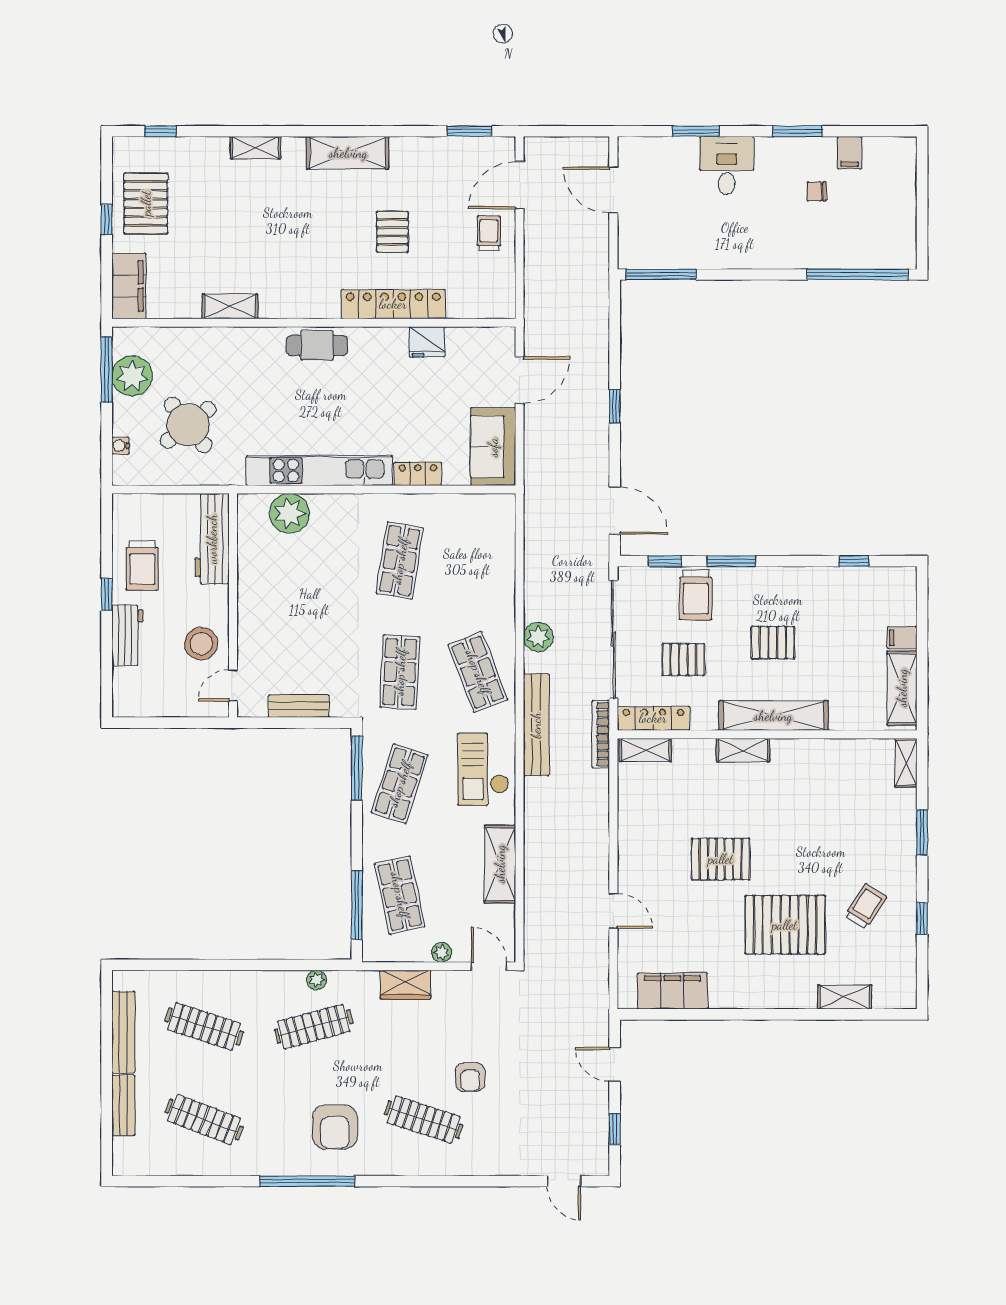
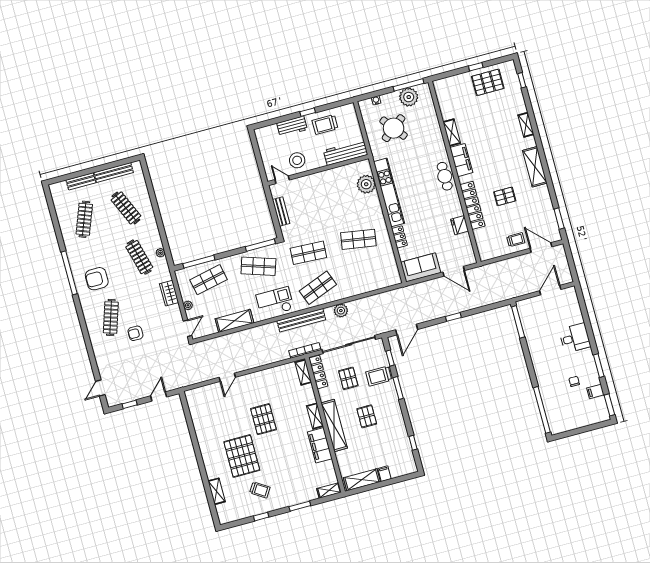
window: (696, 131) -> (609, 405), moved
filing cabinet: (129, 286) -> (461, 160), moved, turned -90
filing cabinet: (672, 991) -> (320, 445), moved, turned 180
clothes rail: (204, 1027) -> (126, 208), turned -42

